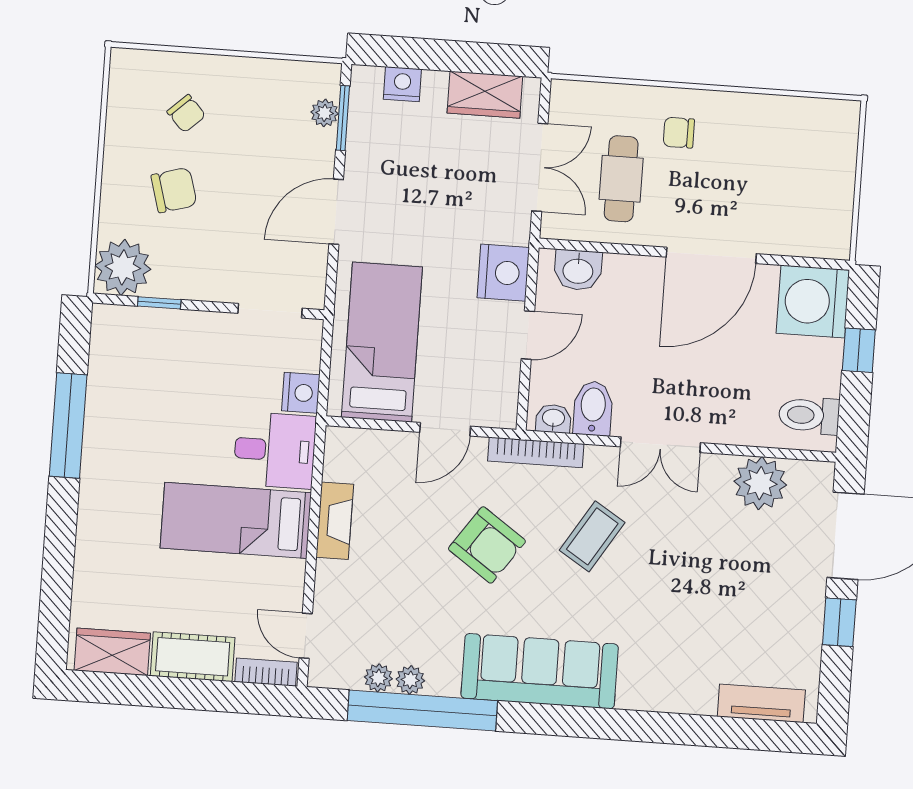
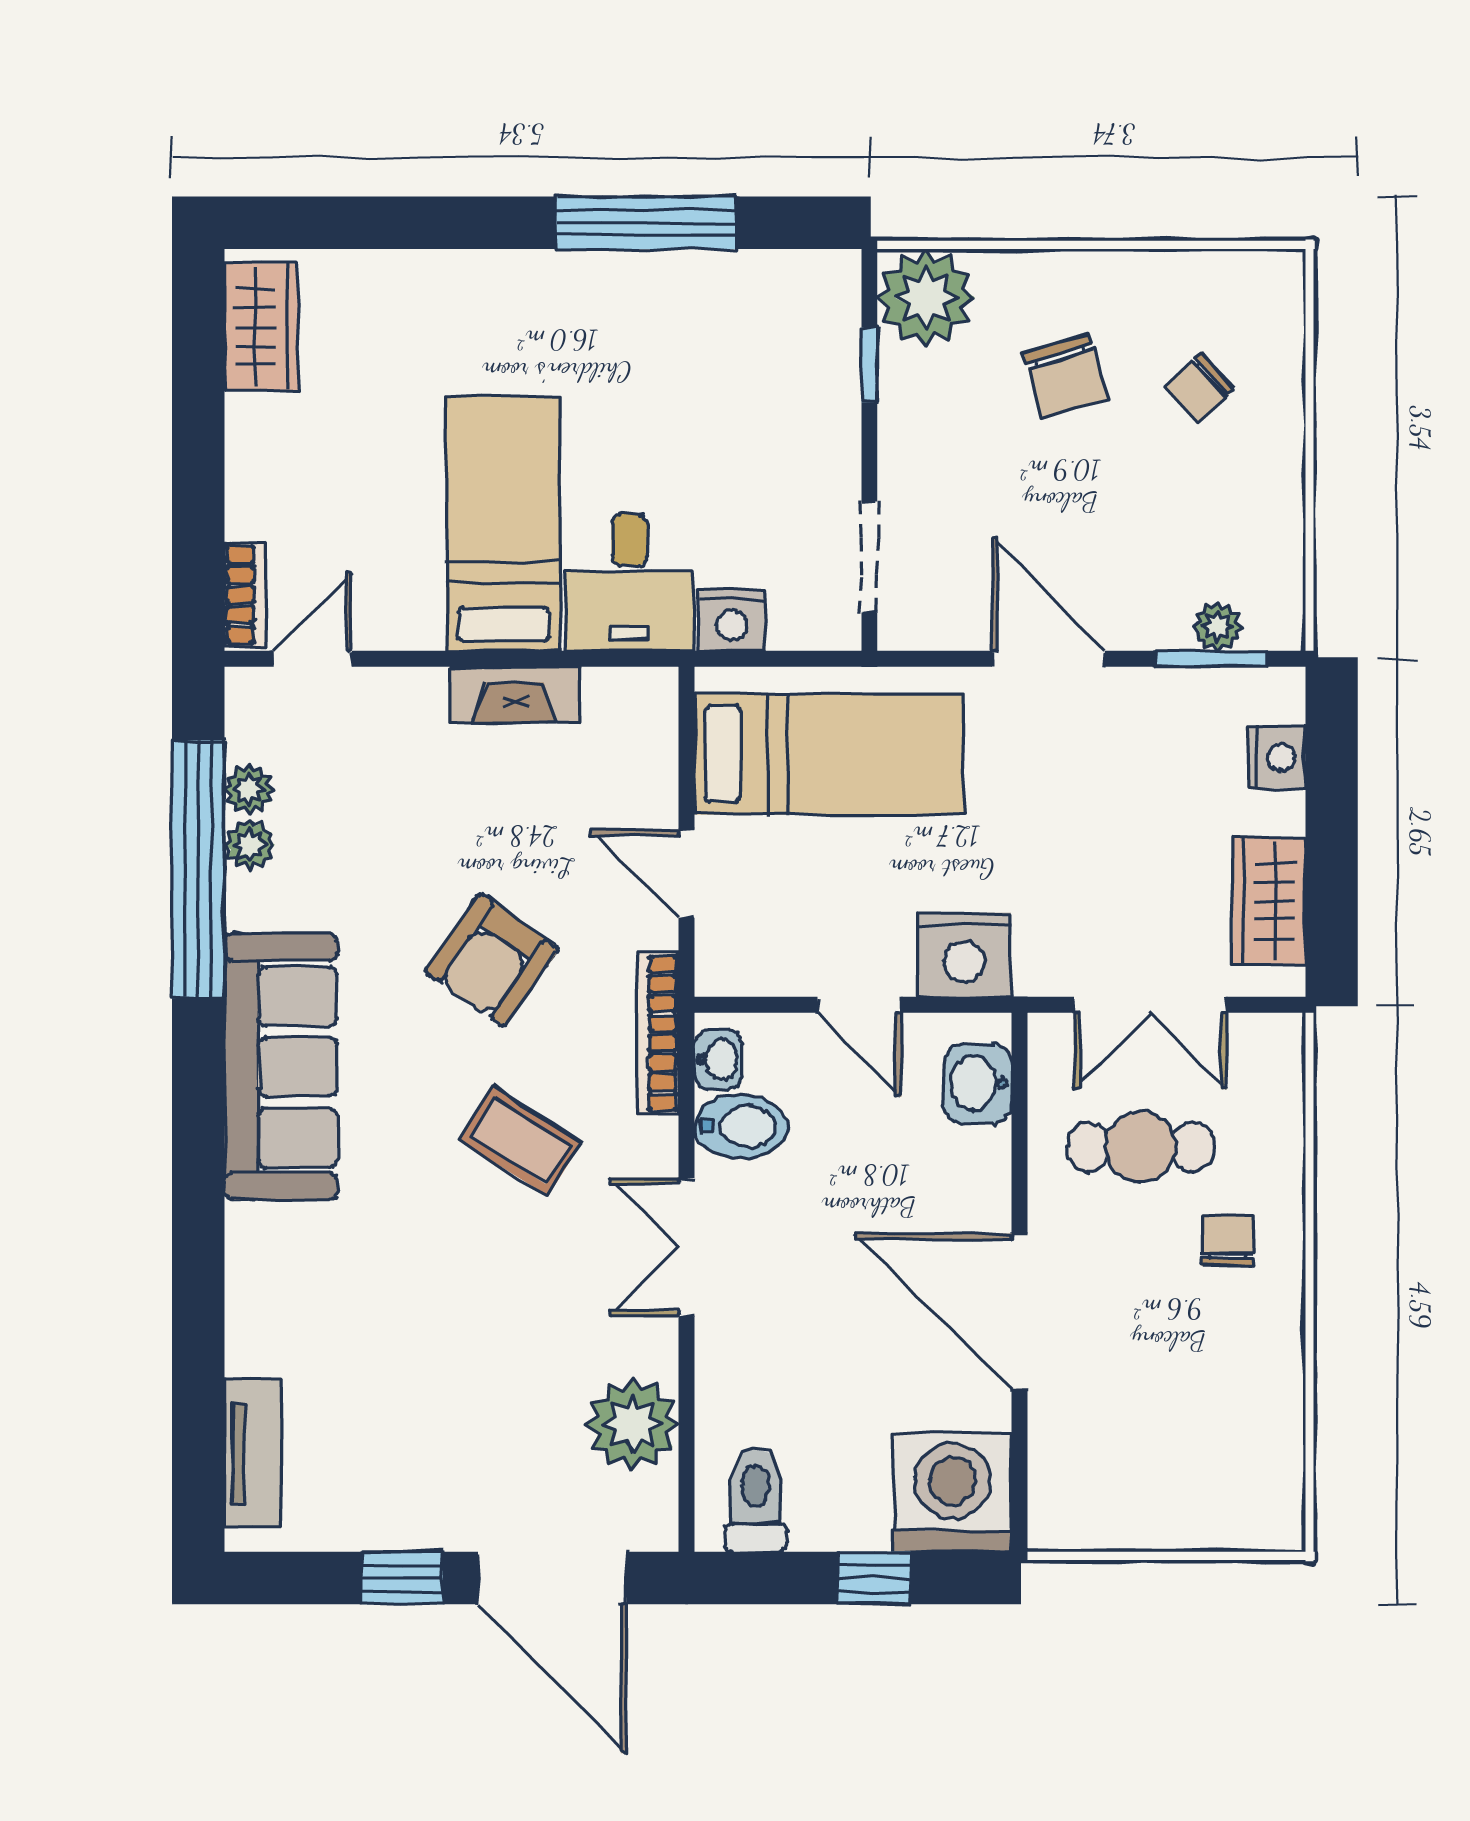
cot: (193, 657) -> (263, 466), removed

